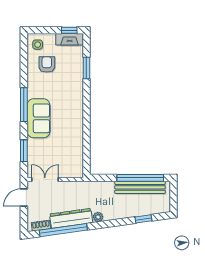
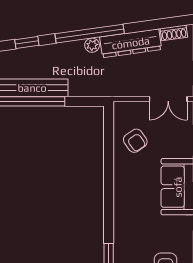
armchair: (68, 150) -> (135, 141), added
window: (63, 230) -> (90, 34), moved

